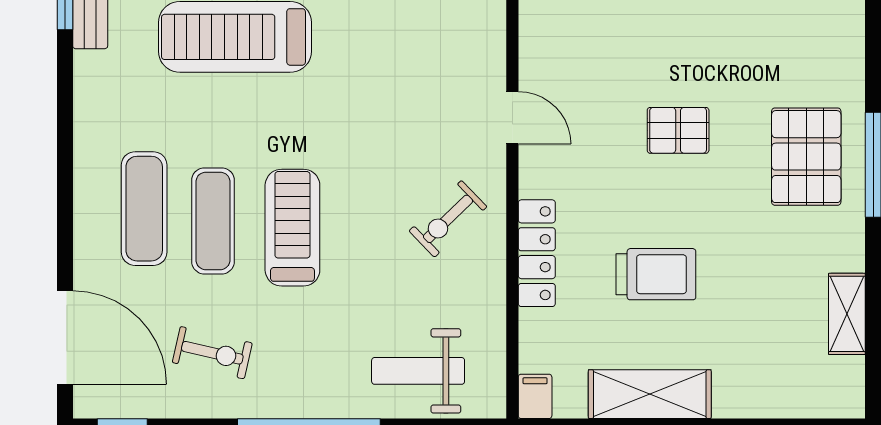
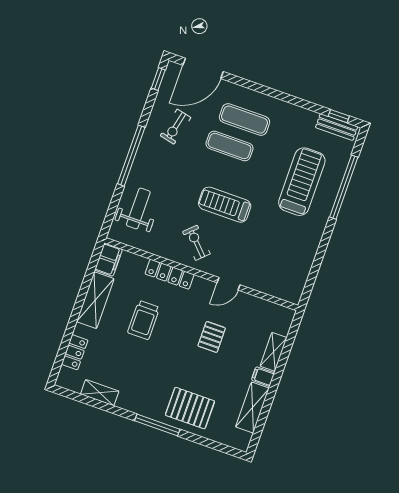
pallet: (678, 130) -> (212, 337), moved
pallet: (806, 157) -> (190, 408), moved
treadmill: (292, 228) -> (225, 205), moved, turned 180
filing cabinet: (535, 396) -> (109, 260), width x2.00
locker: (778, 399) -> (75, 352), added

